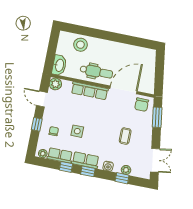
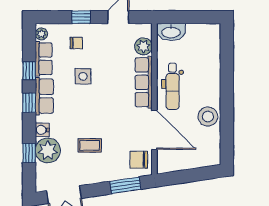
stool: (80, 45) -> (208, 117), moved
plant: (55, 84) -> (143, 46), moved
plant: (126, 170) -> (48, 150), width x1.88, depth x1.88

